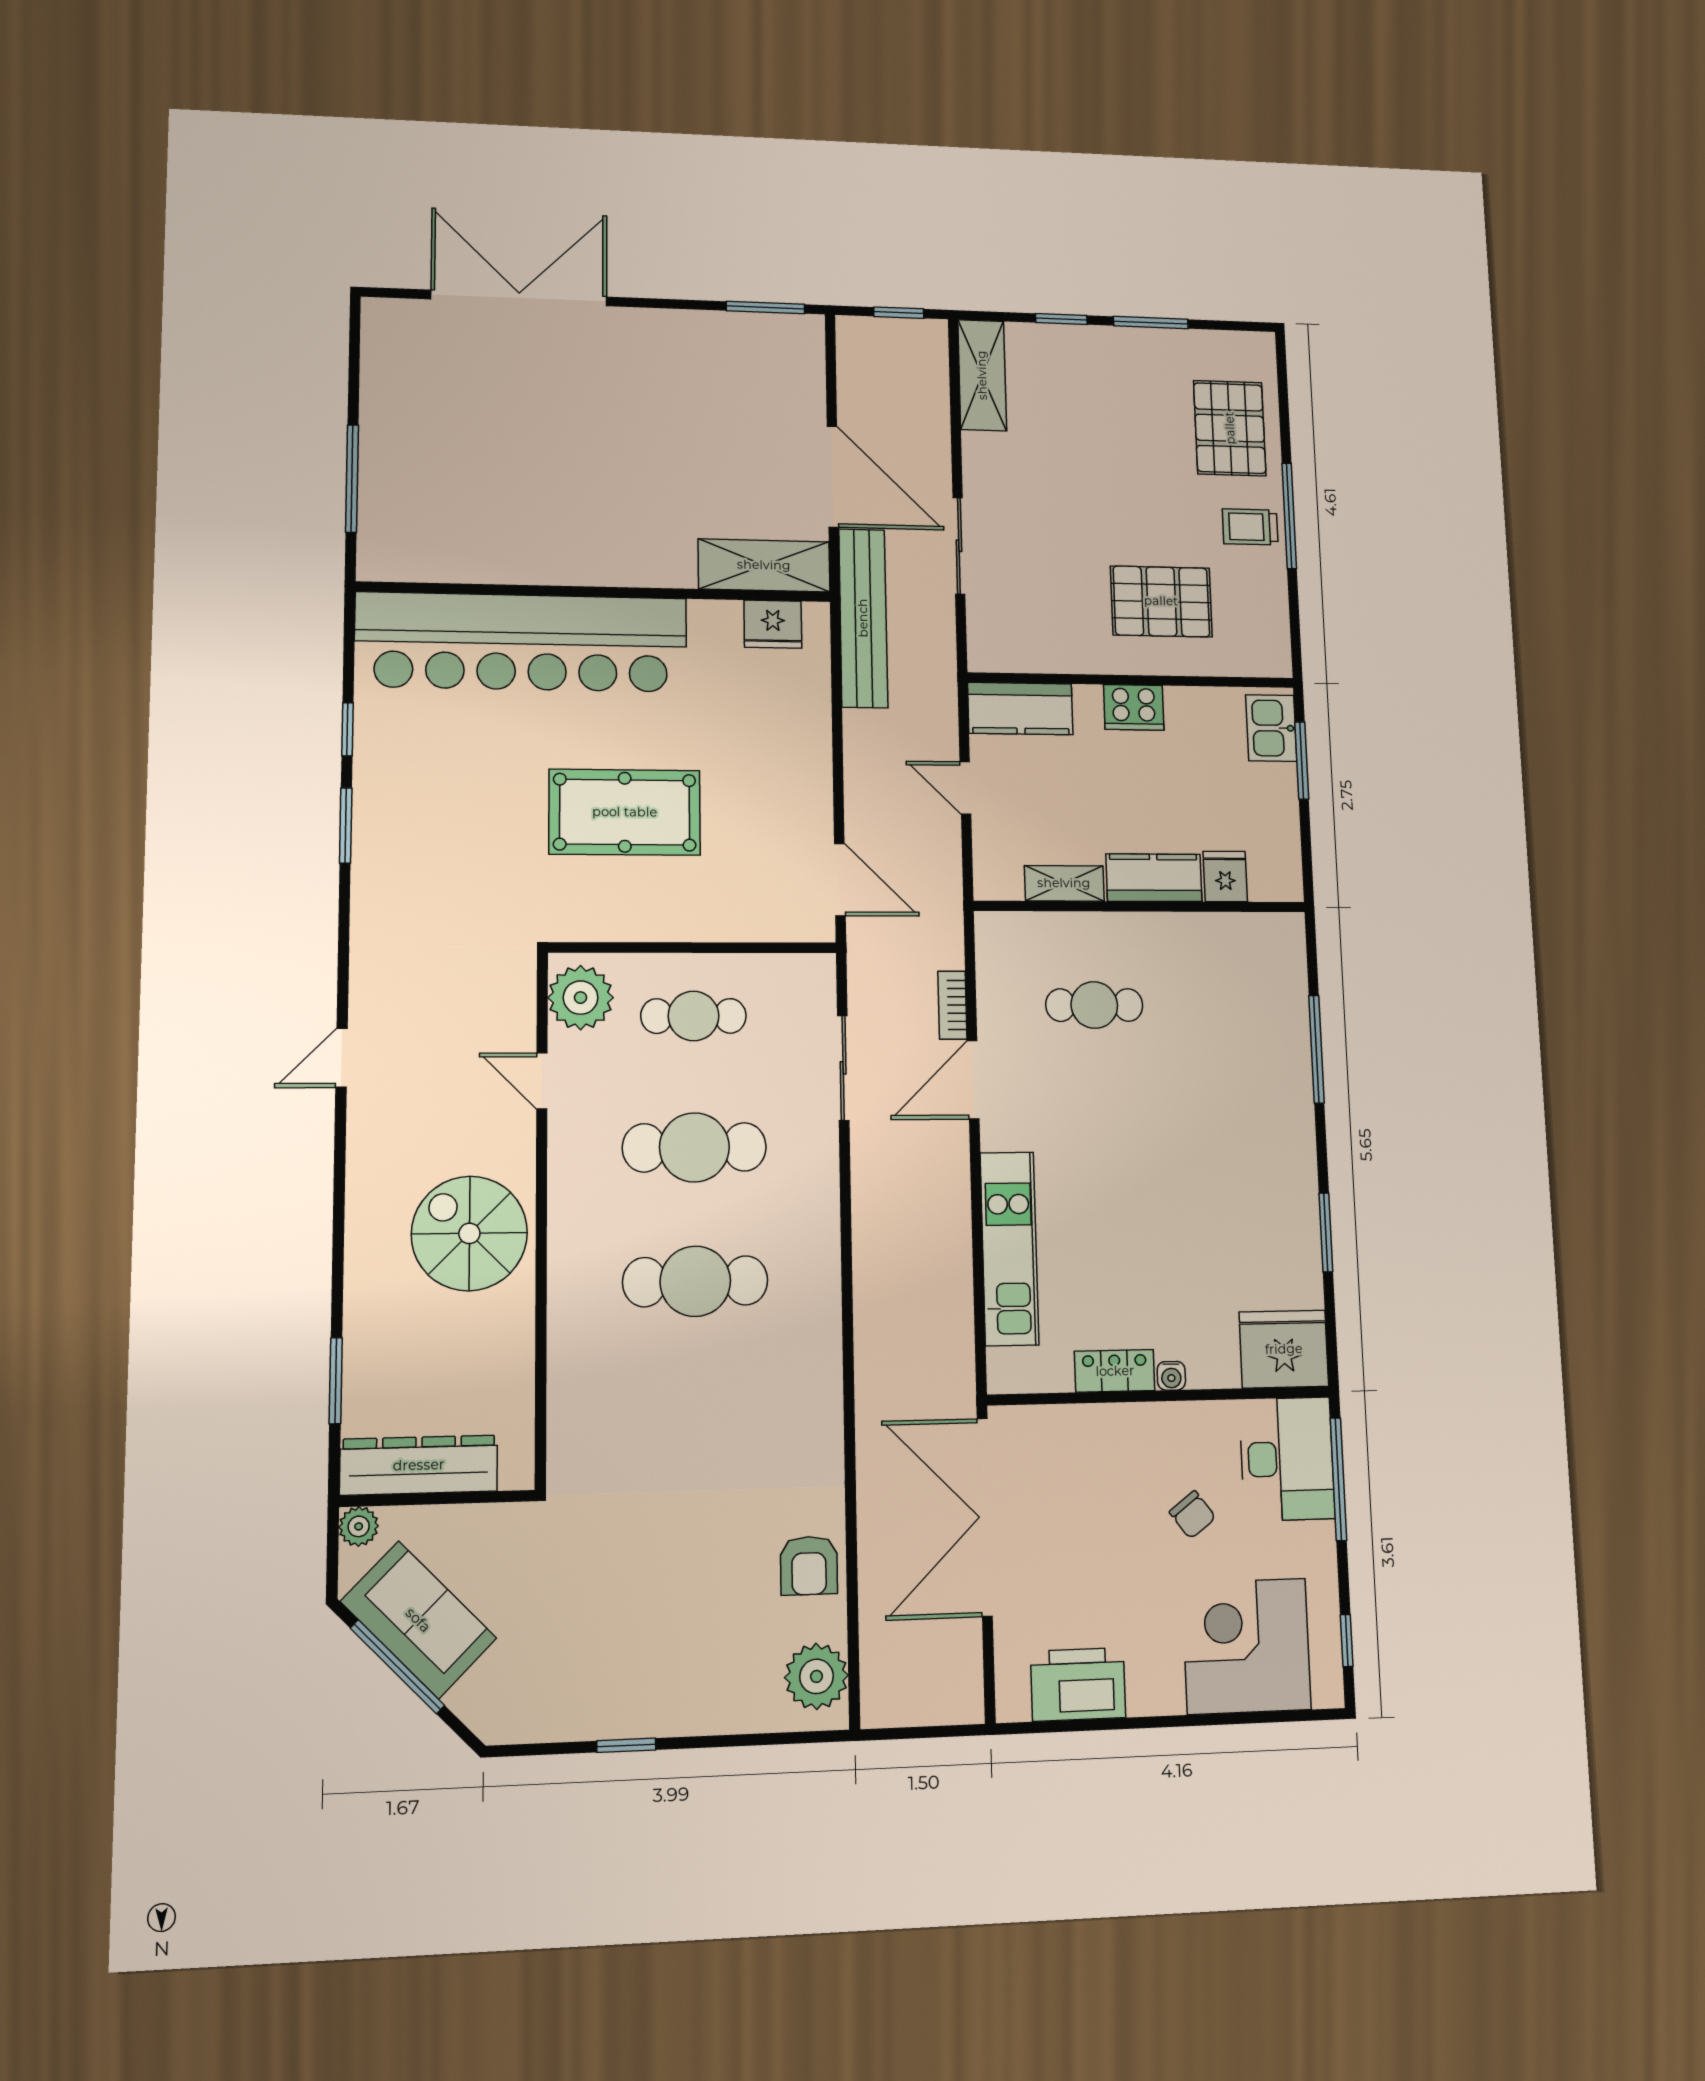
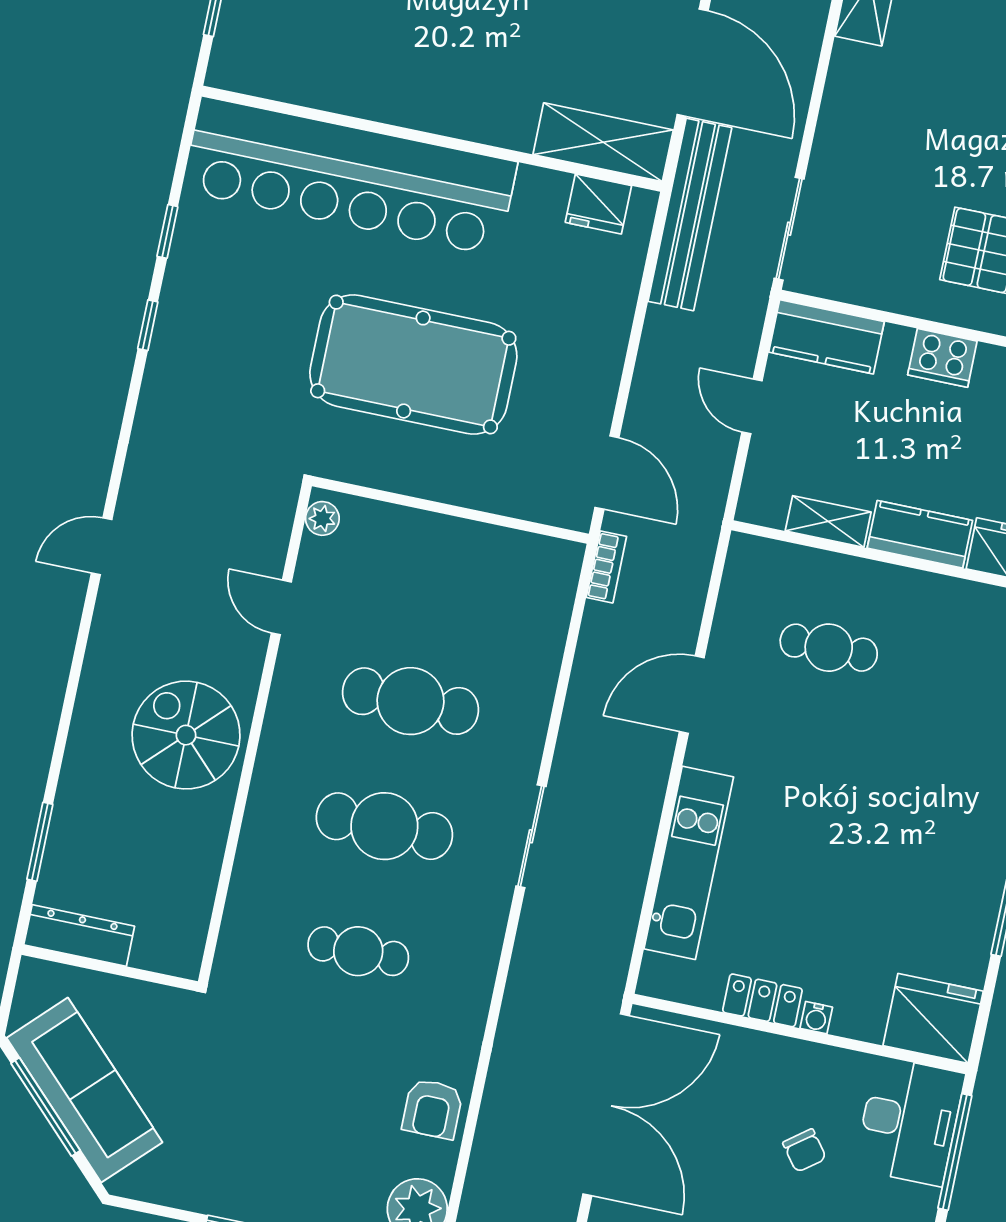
sliding door: (959, 546) -> (789, 229), moved
pool table: (625, 812) -> (413, 364), width x1.36, depth x1.32
window: (346, 826) -> (148, 325), width x0.67
plant: (581, 998) -> (322, 518), width x0.53, depth x0.53
bookcase: (952, 1005) -> (606, 567), moved, turned 180
cafe table: (693, 1016) -> (358, 951), moved
sliding door: (843, 1068) -> (531, 836), moved
dresser: (419, 1465) -> (79, 936), width x0.73, depth x0.80
double door: (985, 1517) -> (606, 1105), swing flipped
plant: (359, 1526) -> (35, 976), removed
sofa: (418, 1620) -> (85, 1090), width x1.36

